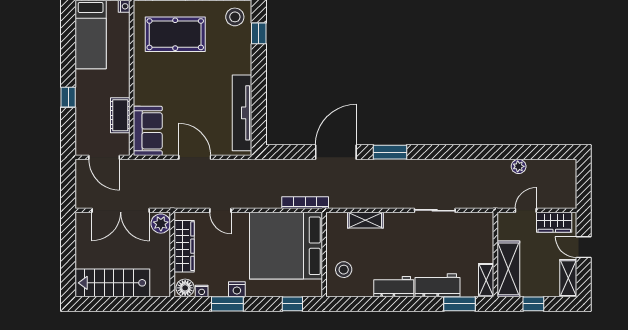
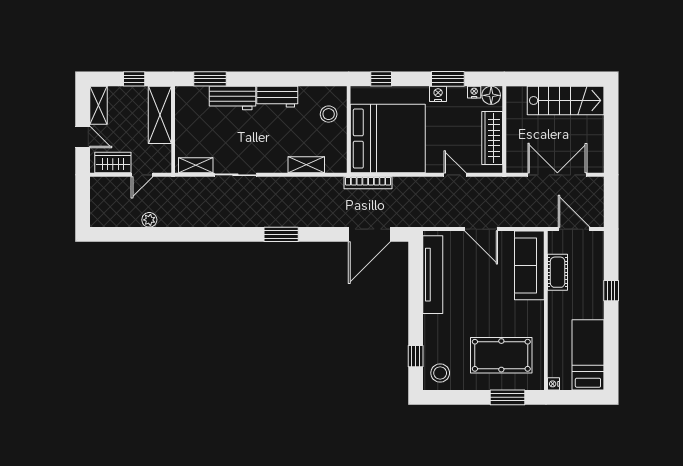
sofa: (148, 131) -> (529, 265), width x1.36
door: (336, 152) -> (369, 234), moved
plant: (161, 224) -> (516, 161), removed
shelving: (486, 280) -> (196, 165), moved, turned 90

